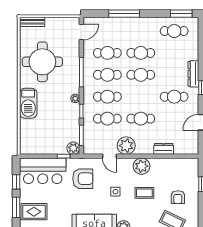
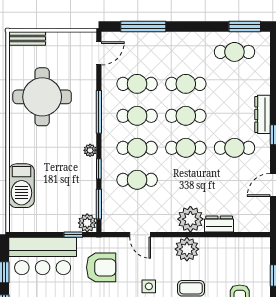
window: (124, 14) -> (143, 26), moved
barbecue: (28, 103) -> (21, 186), moved
cafe table: (141, 119) -> (186, 148), moved
plant: (126, 146) -> (190, 219), moved

